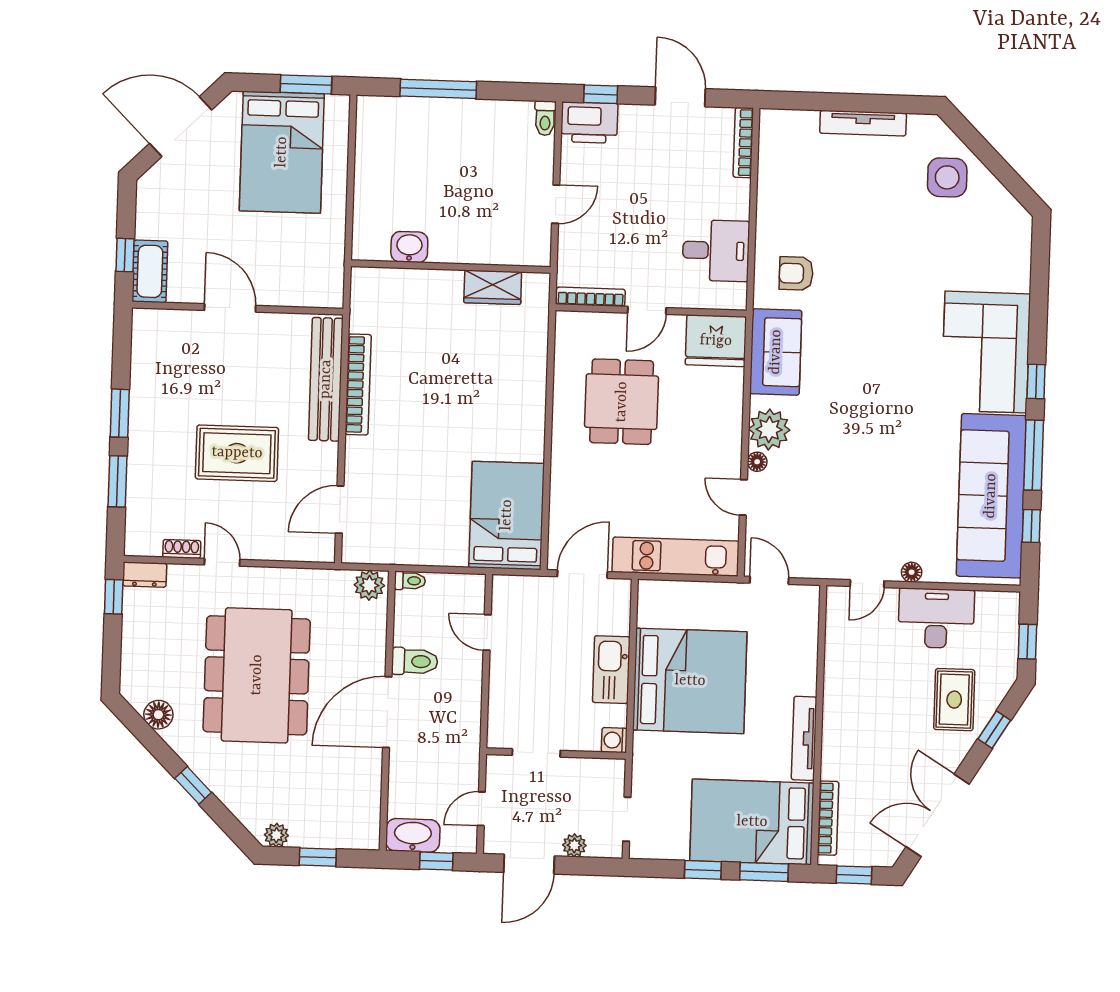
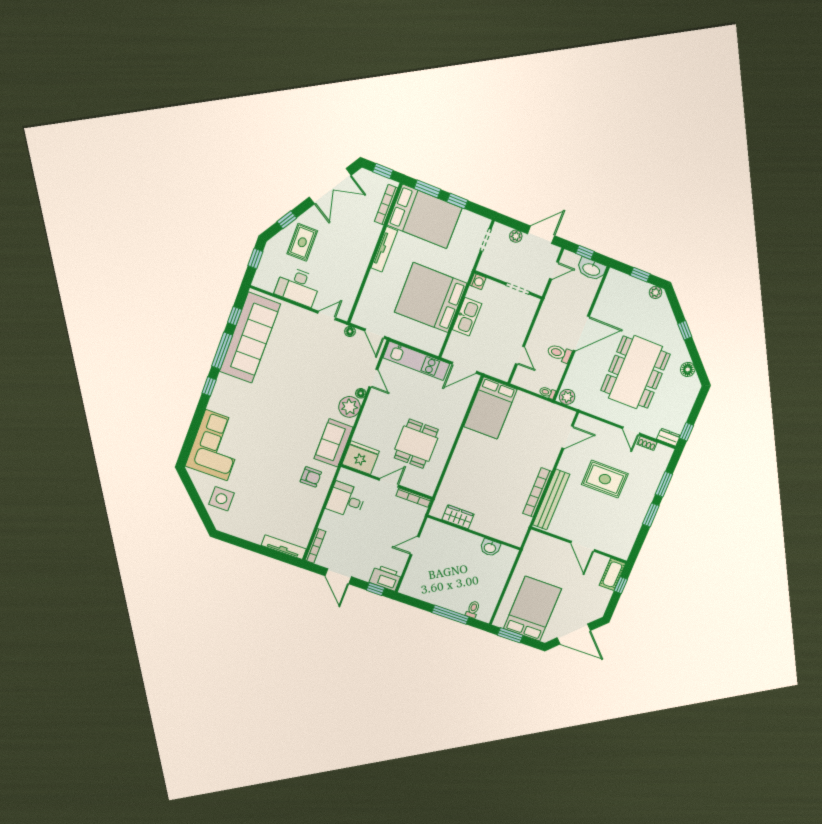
toilet: (545, 118) -> (473, 609), moved
tv unit: (863, 123) -> (284, 547), moved
corner sofa: (986, 352) -> (216, 445), moved
floor lamp: (912, 572) -> (350, 331), moved

